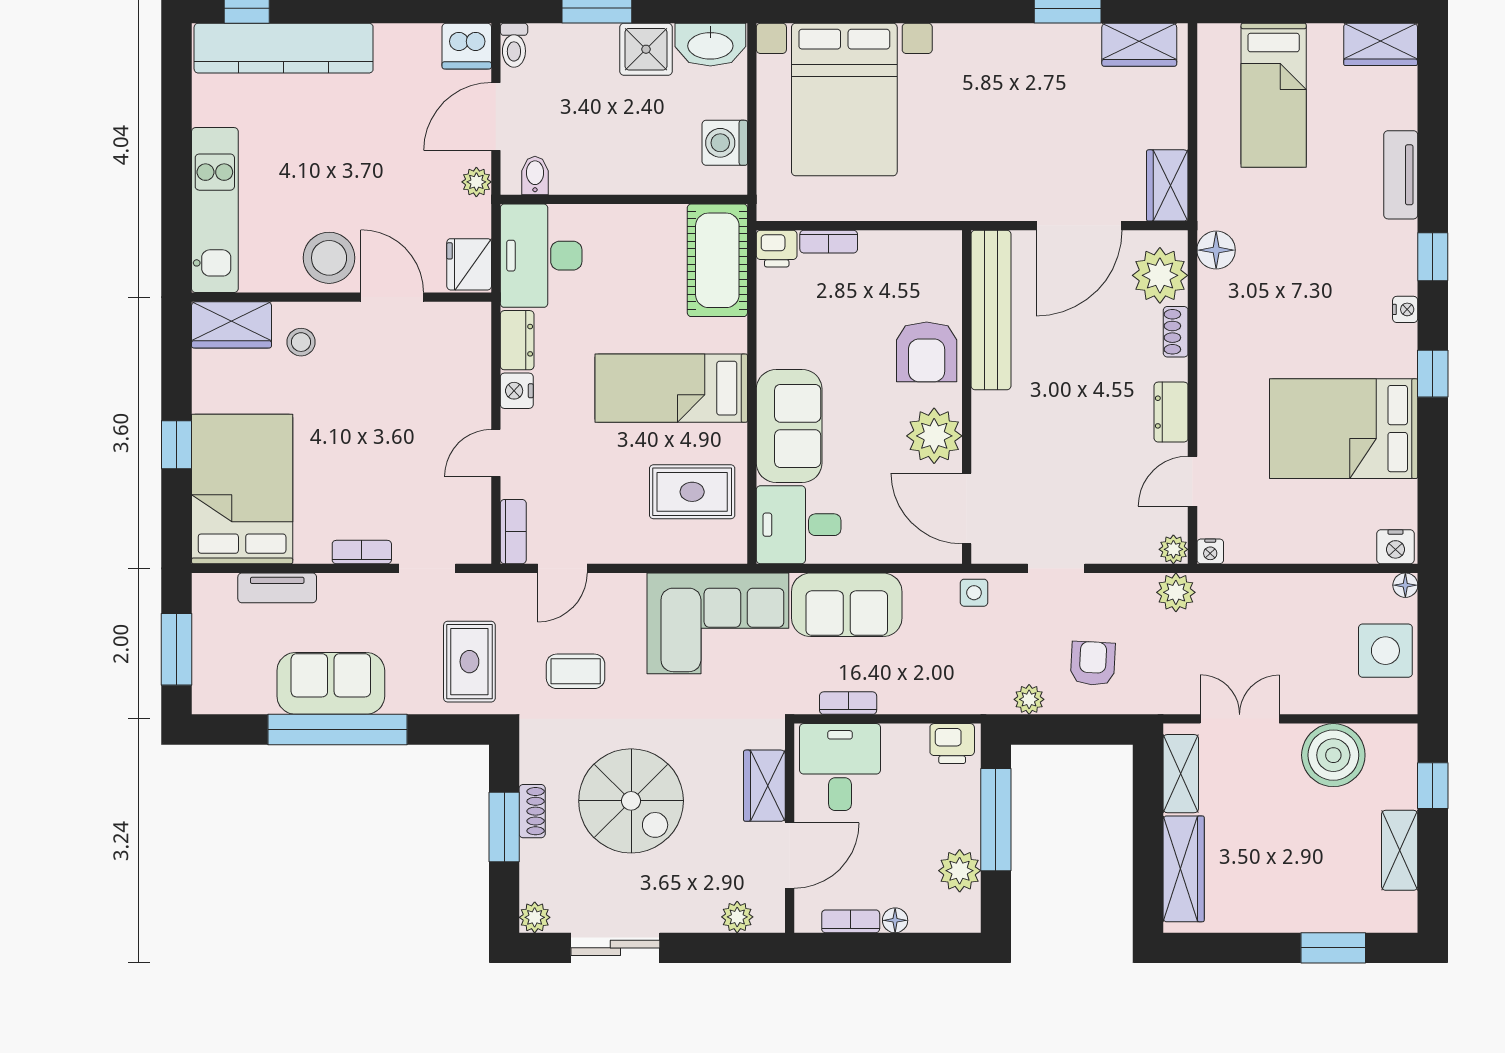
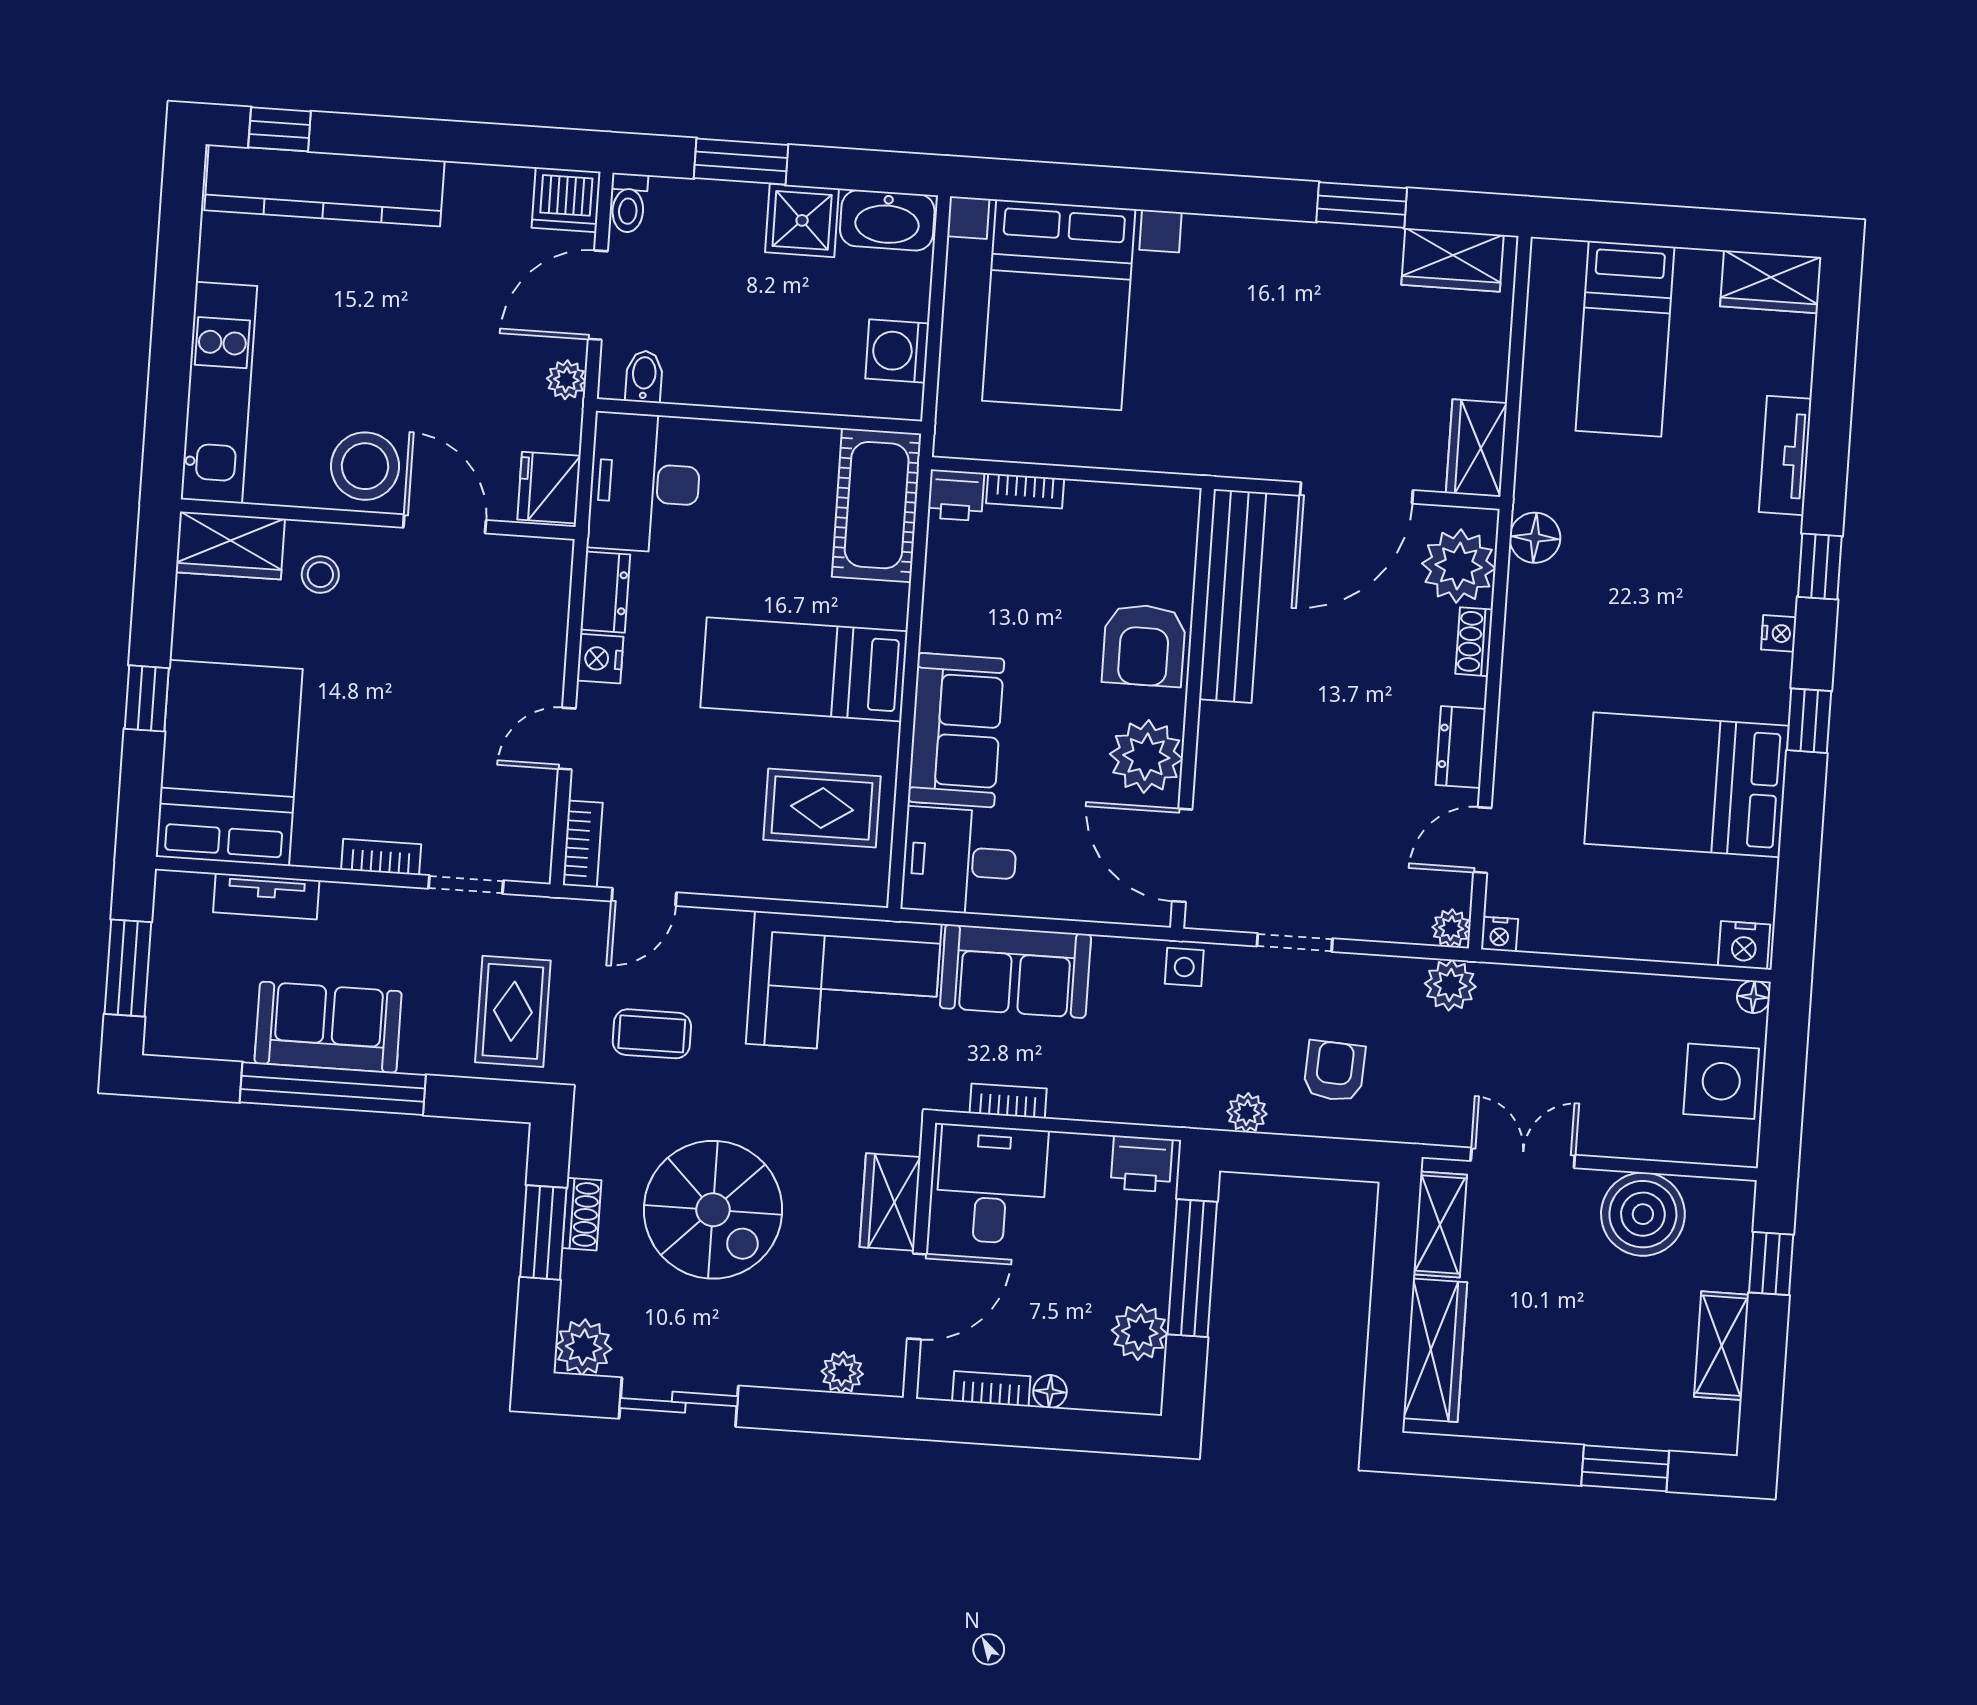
plant: (535, 917) -> (584, 1347), width x1.38, depth x1.38

